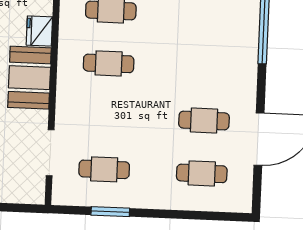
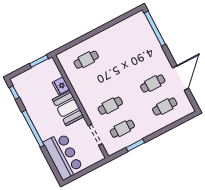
cafe table: (109, 63) -> (110, 106), moved

